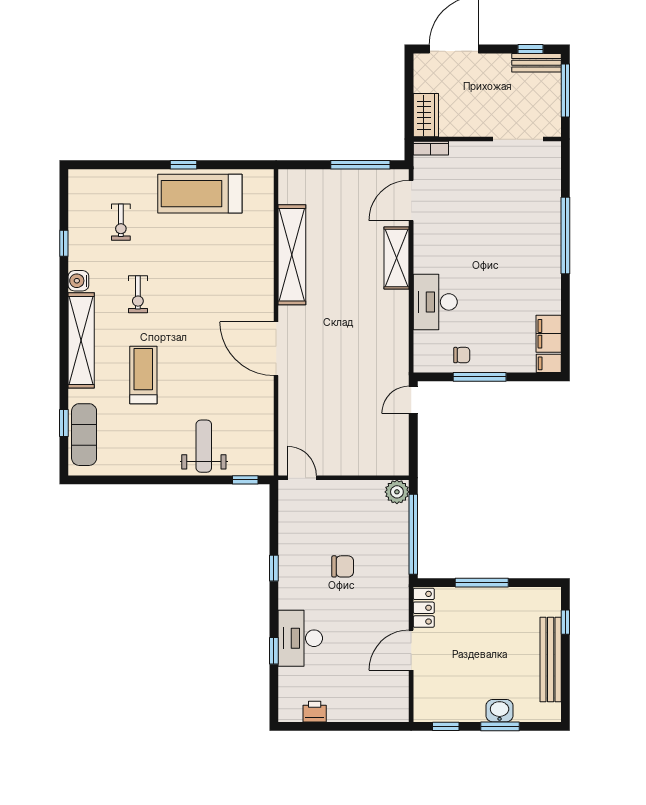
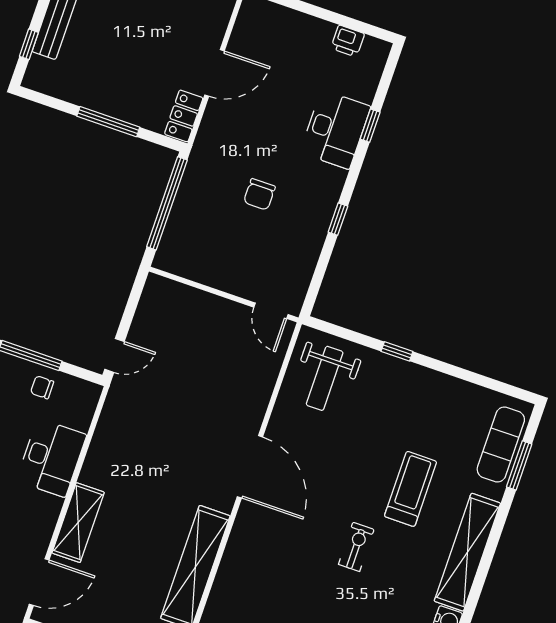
exercise bike: (138, 294) -> (356, 547), moved
treadmill: (143, 375) -> (411, 489), turned 180
window: (64, 423) -> (519, 465), width x1.50
weight bench: (204, 446) -> (325, 378), moved
window: (245, 480) -> (397, 351), moved
plant: (397, 492) -> (169, 258), removed
chair: (343, 566) -> (259, 194), turned -90

